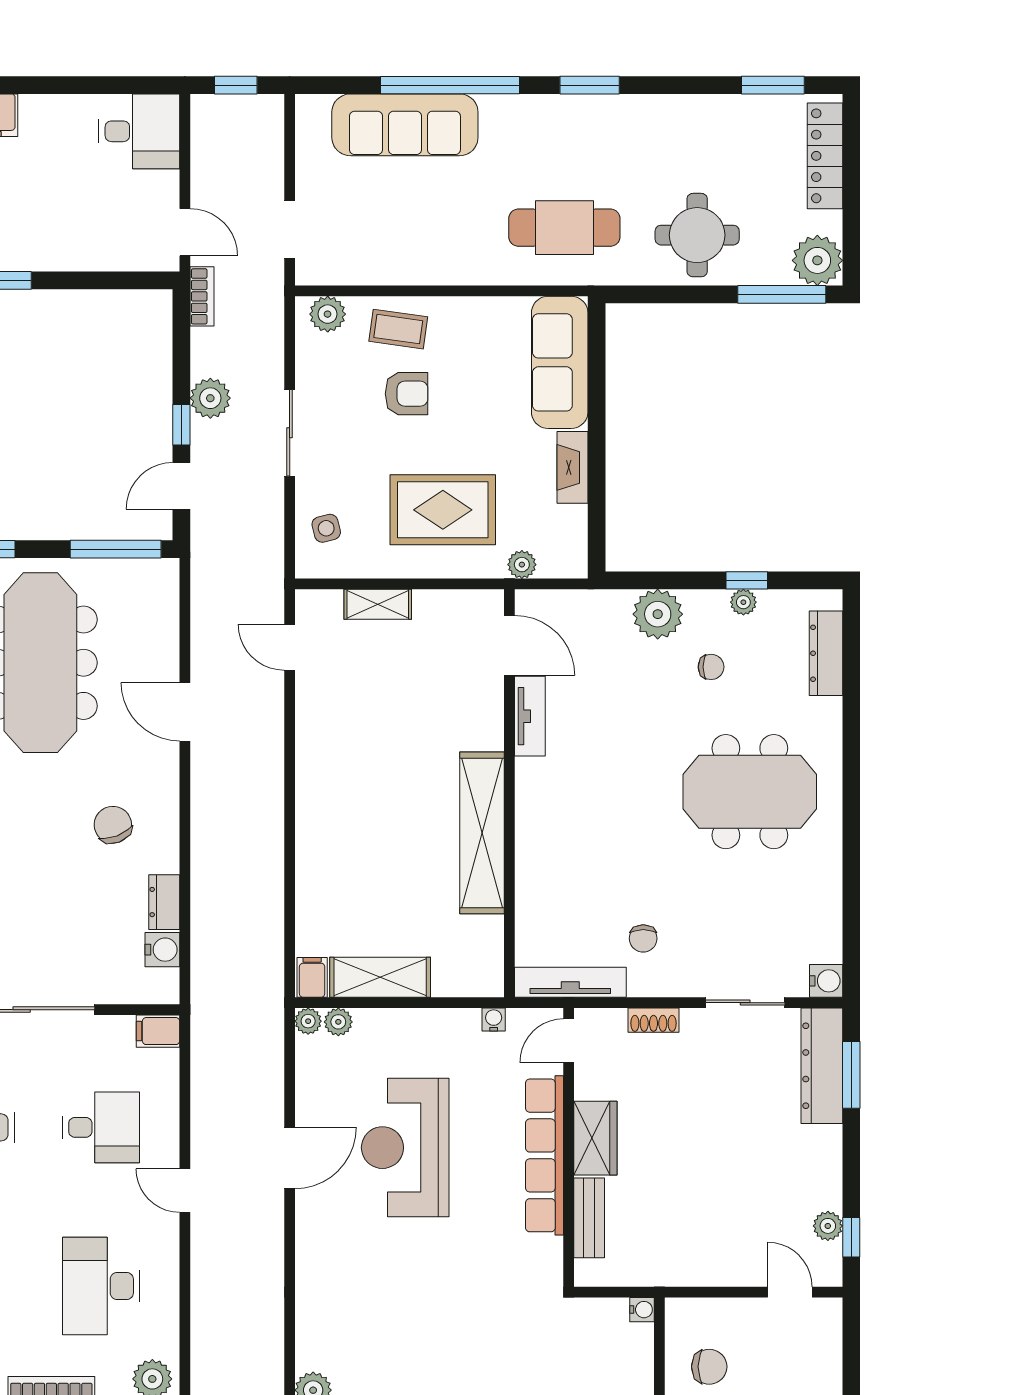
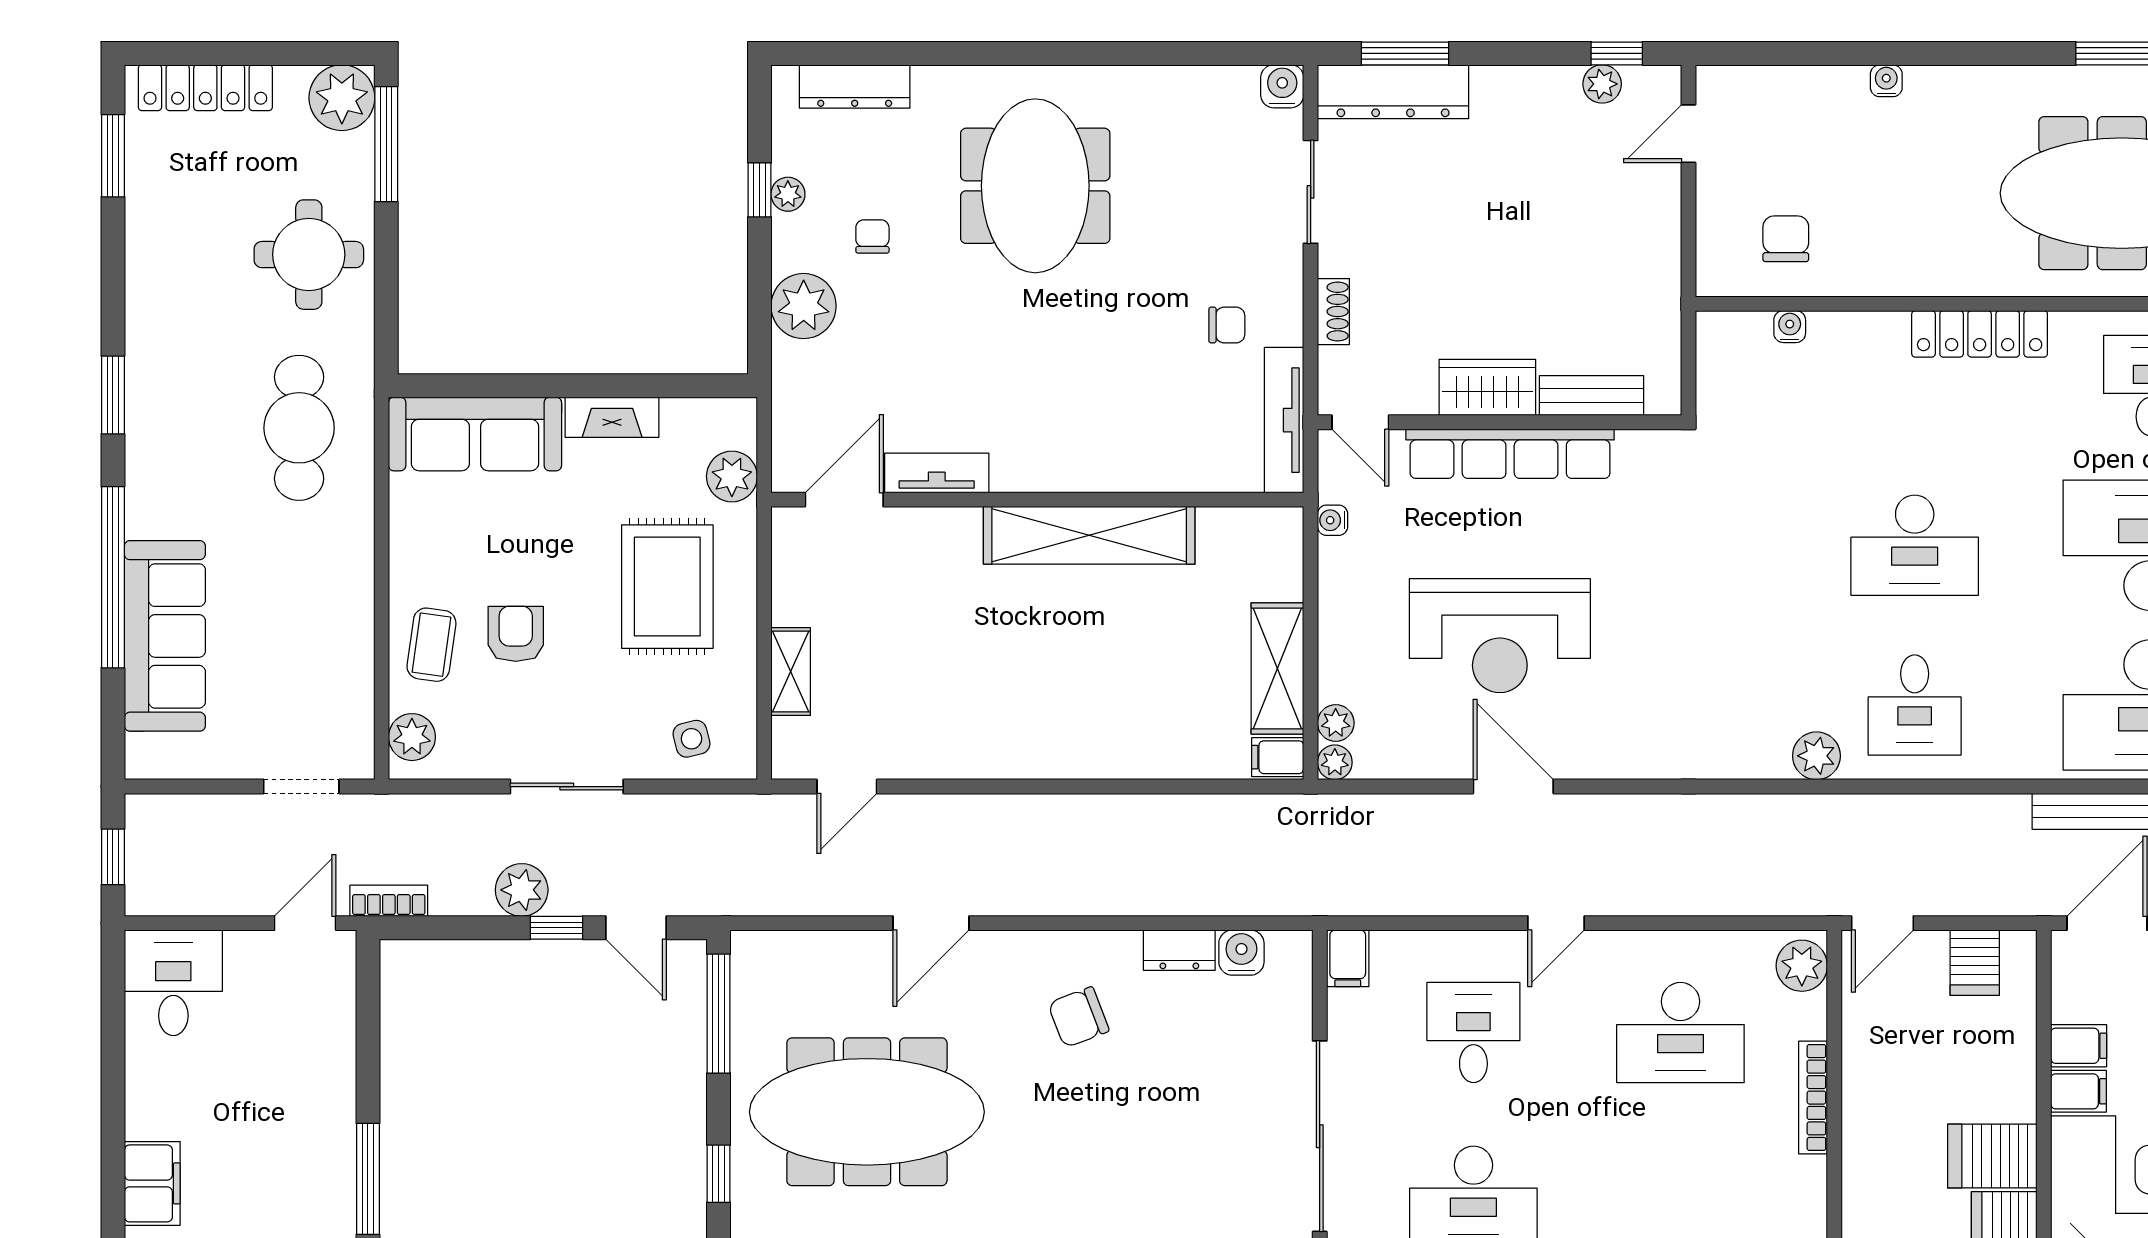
plant: (522, 565) -> (732, 476), width x1.38, depth x1.38
water cooler: (642, 1310) -> (1790, 327), moved

